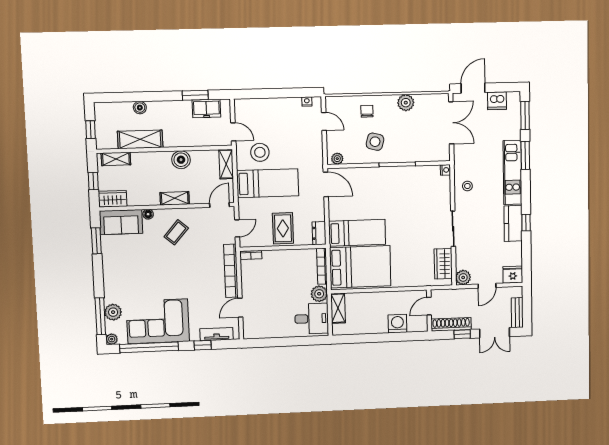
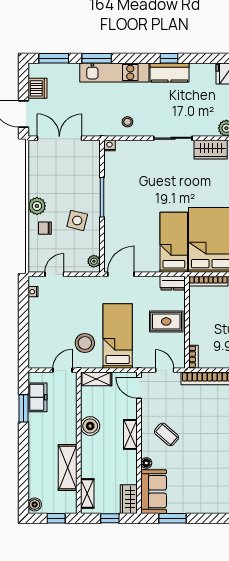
plant: (406, 103) -> (37, 206), moved
boiler: (140, 108) -> (35, 504), moved

